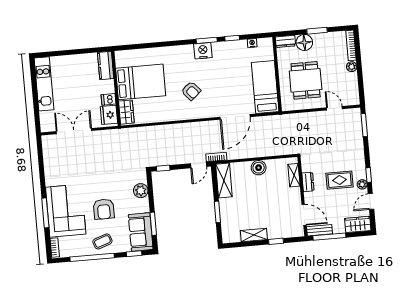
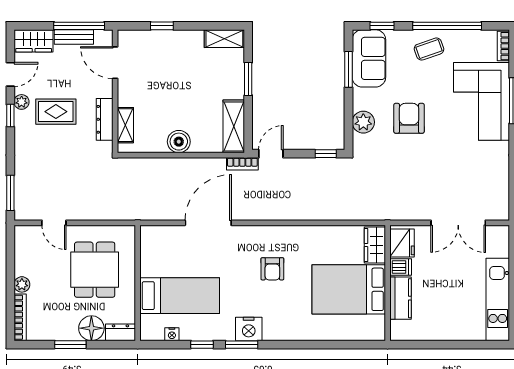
kitchen counter: (106, 65) -> (400, 298), moved
bed: (265, 87) -> (180, 296), moved, turned -90
armchair: (191, 91) -> (272, 269), turned -139
dresser: (308, 182) -> (105, 119), width x1.44
armchair: (104, 209) -> (409, 118), moved
bench: (319, 230) -> (74, 37), moved
shelving: (254, 235) -> (224, 39), moved

